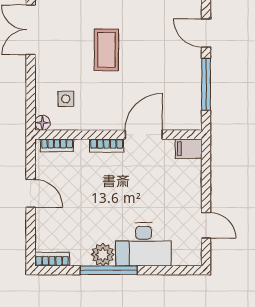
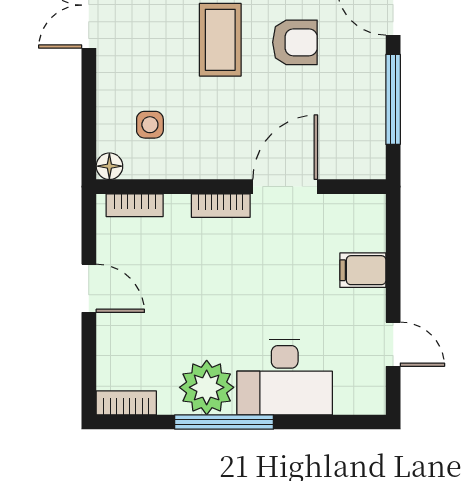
armchair: (149, 51) -> (295, 42), added
filing cabinet: (189, 149) -> (363, 270), moved
plant: (103, 255) -> (207, 387), width x1.36, depth x1.36

